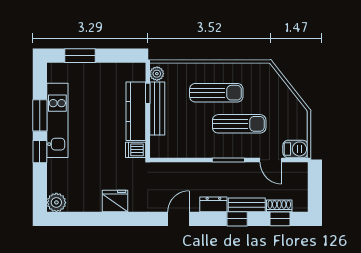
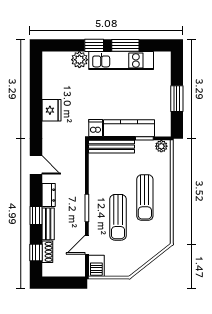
window: (80, 56) -> (177, 99), moved
bench: (157, 109) -> (112, 147), moved
plant: (56, 202) -> (79, 60), moved

